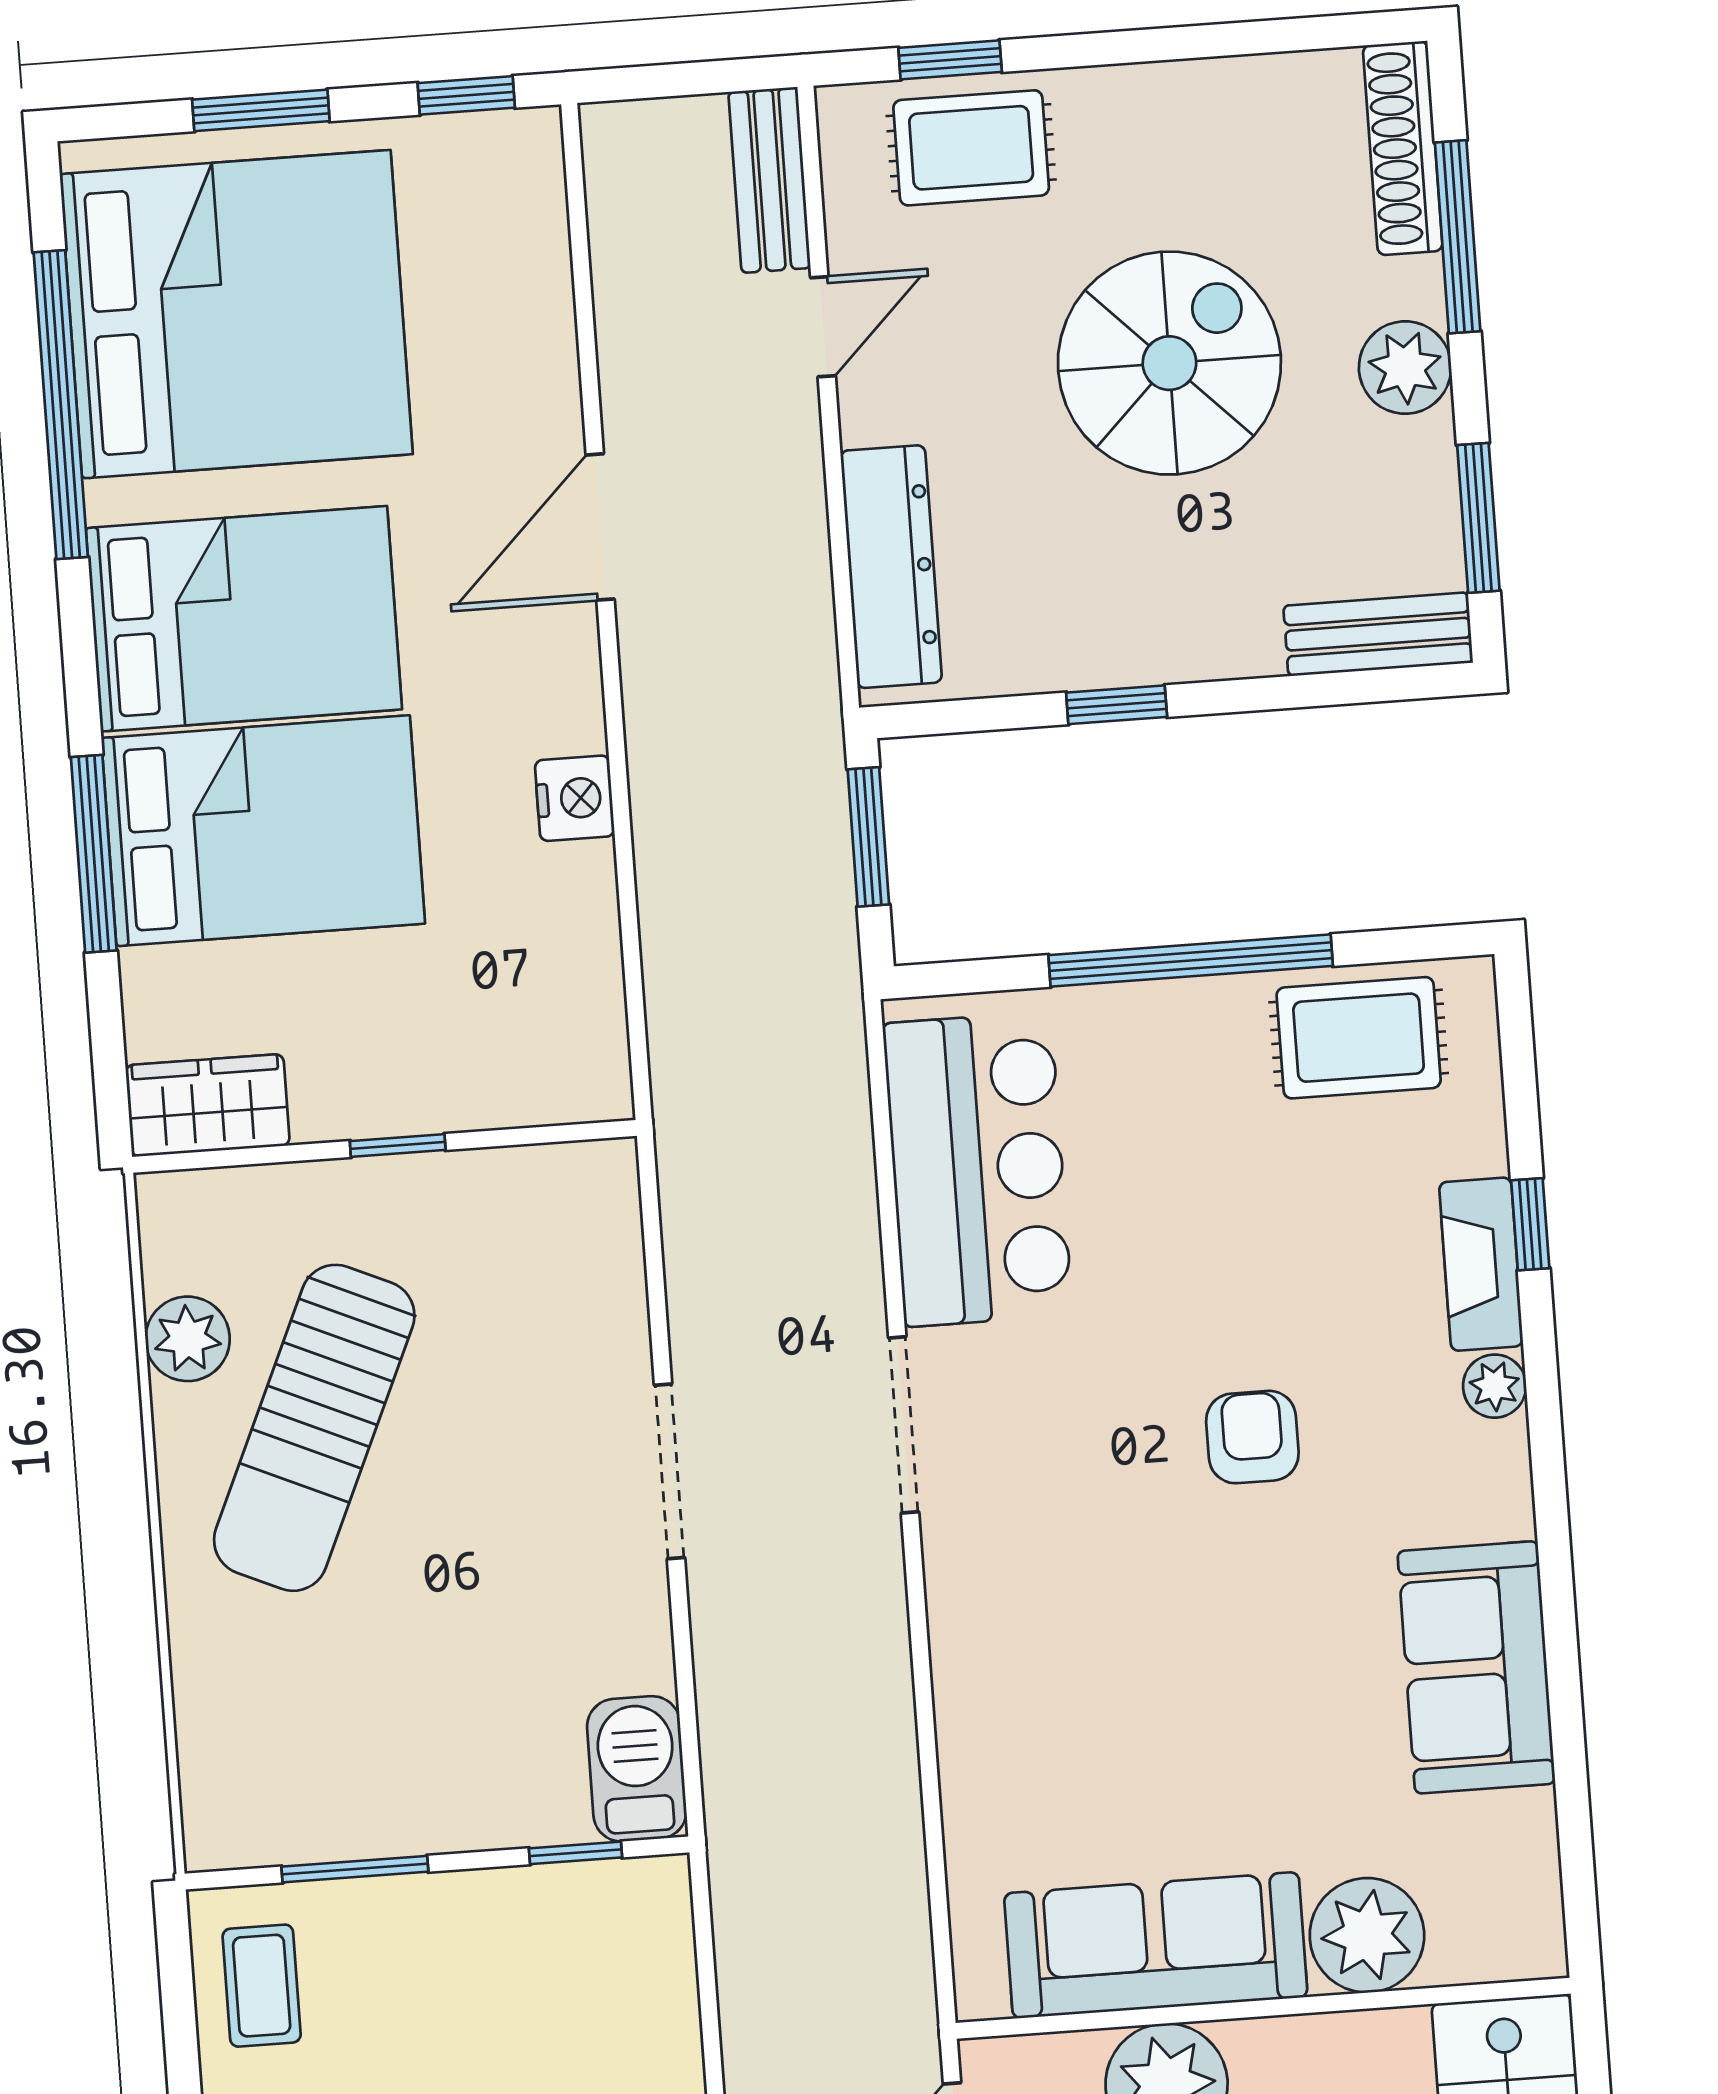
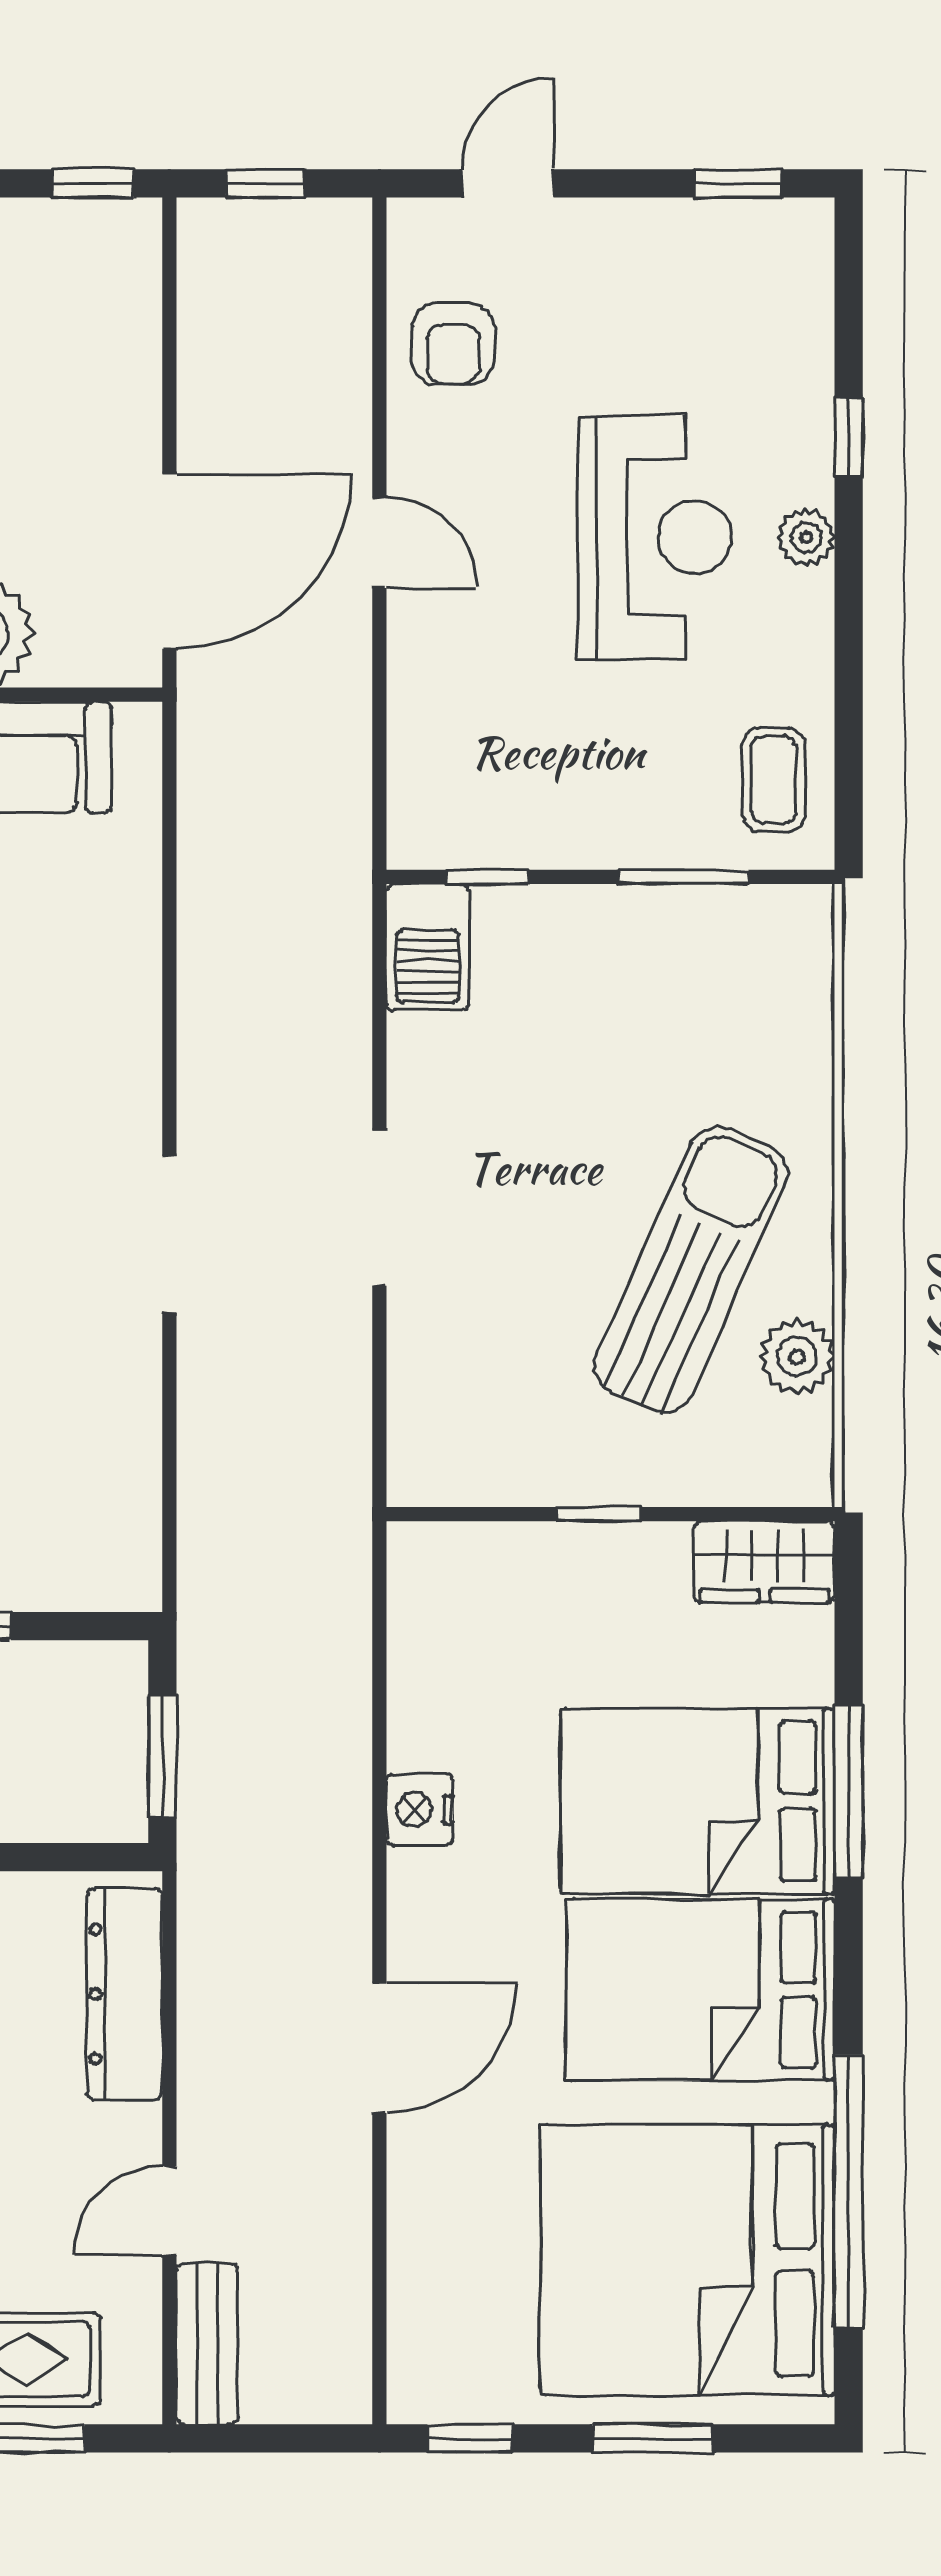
bar counter: (978, 1169) -> (87, 1455), removed

